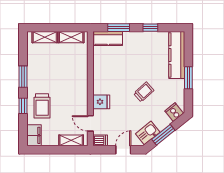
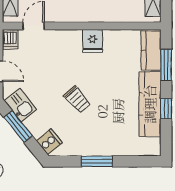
kitchen counter: (177, 55) -> (150, 104), moved, turned -90
fridge: (101, 102) -> (93, 41), moved

